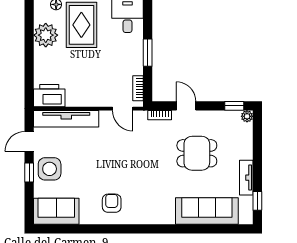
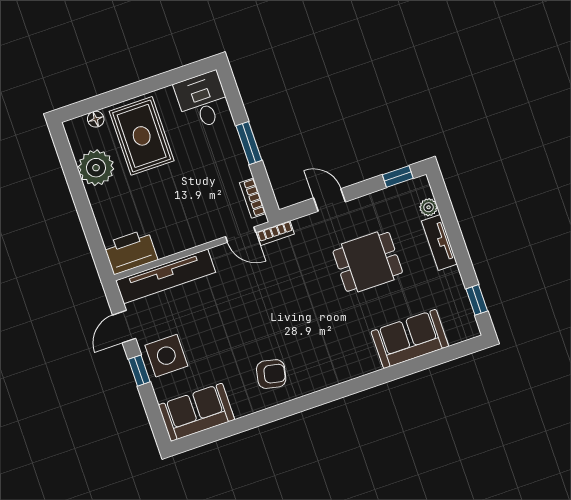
bookcase: (160, 115) -> (275, 233), moved
plant: (247, 116) -> (429, 207), moved
tv unit: (246, 178) -> (439, 243), moved
armchair: (112, 203) -> (271, 374), turned 102
sofa: (207, 211) -> (410, 339), width x0.73

